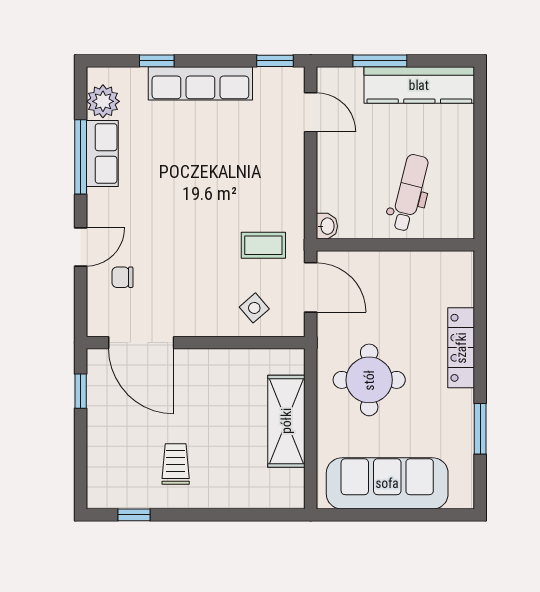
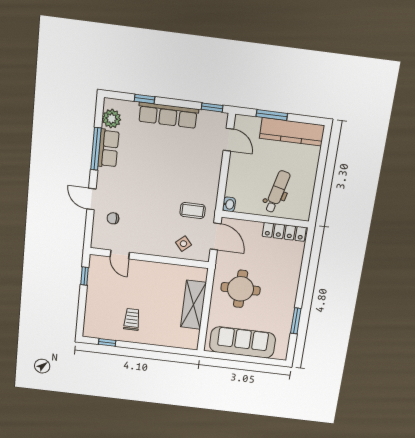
door: (81, 247) -> (91, 199), swing flipped
door: (141, 343) -> (120, 254), width x0.53
locker: (461, 348) -> (284, 232), moved, turned -90

